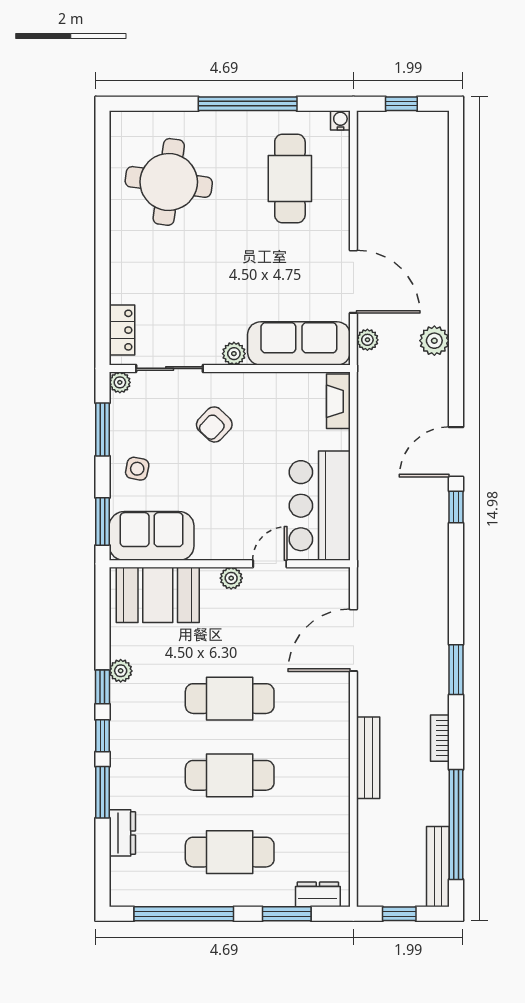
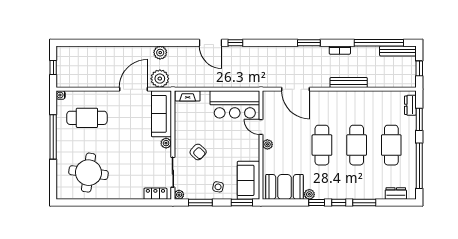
plant: (367, 340) -> (160, 79), width x1.88, depth x1.88
booth: (158, 595) -> (285, 187), moved, turned 90
dresser: (122, 833) -> (396, 194), moved

